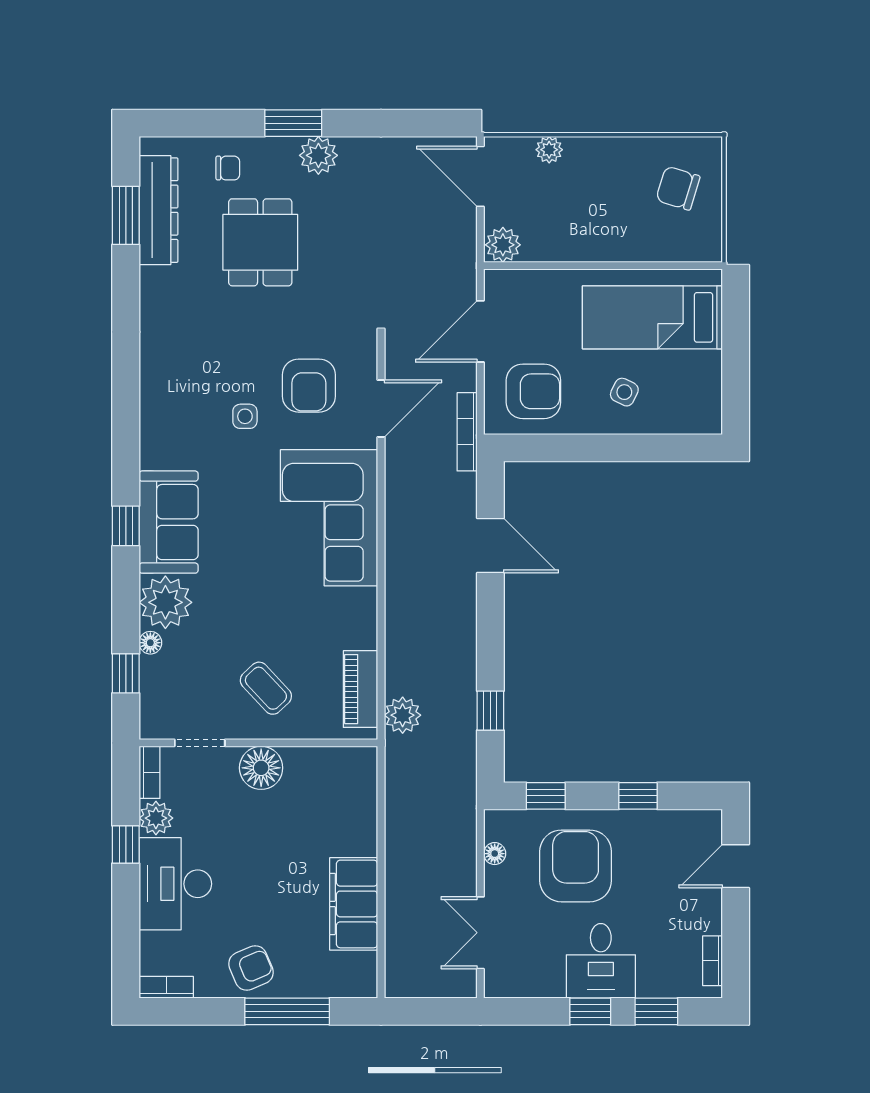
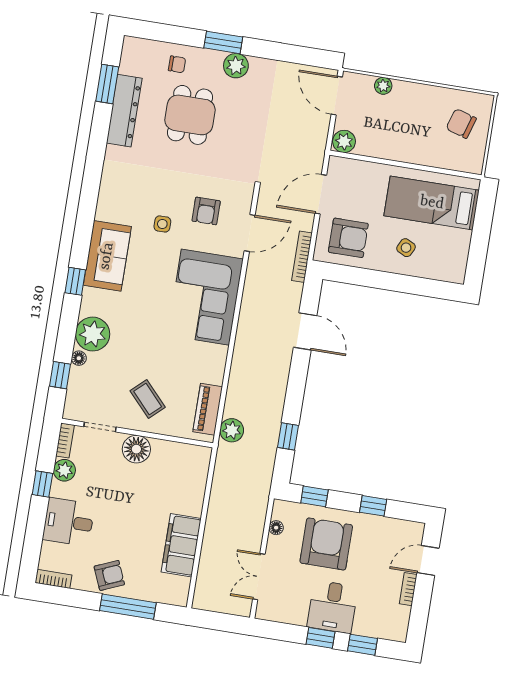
dresser: (158, 210) -> (124, 111), moved
armchair: (309, 386) -> (206, 211), width x0.72, depth x0.72
sofa: (169, 522) -> (107, 256), moved
desk: (175, 884) -> (69, 522), width x0.73
bookcase: (712, 961) -> (408, 589), moved

